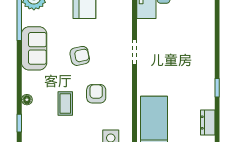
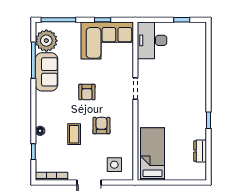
sofa: (34, 48) -> (47, 72), moved
armchair: (80, 56) -> (87, 92), turned 102

